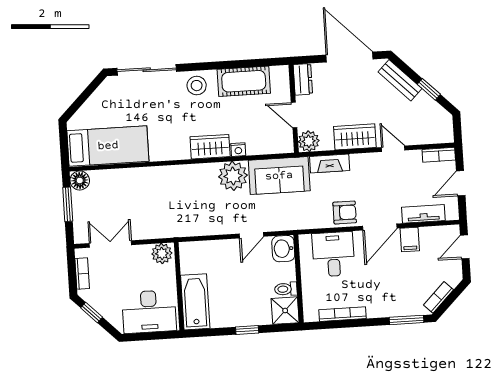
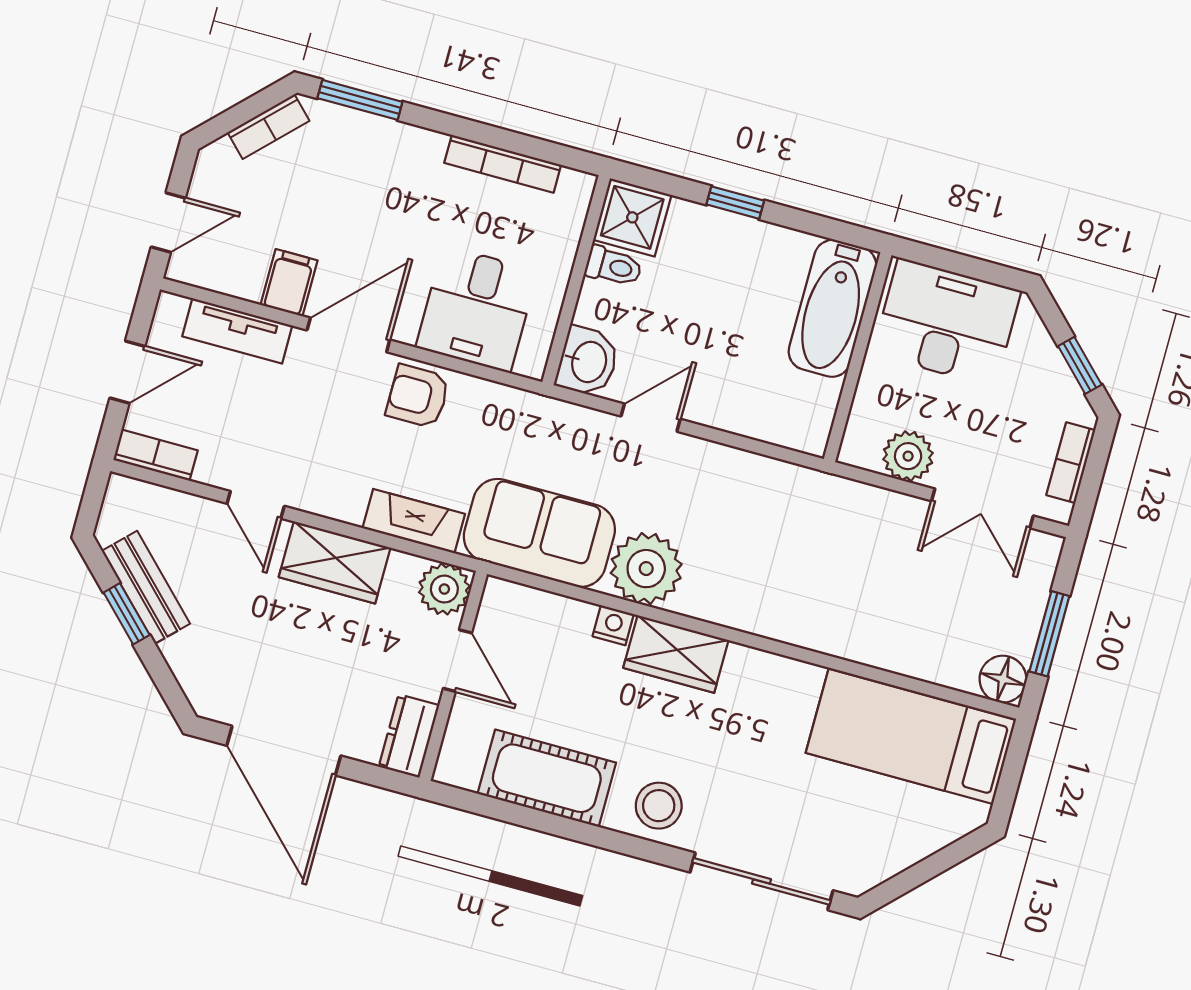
bench: (400, 80) -> (146, 587), moved
plant: (162, 253) -> (908, 456), moved

